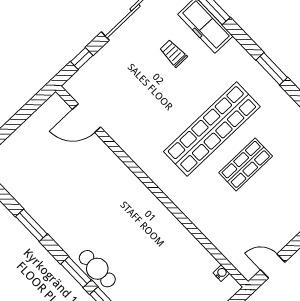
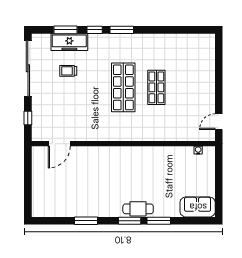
window: (244, 40) -> (95, 30), added
shop shelf: (212, 129) -> (123, 87), width x0.71

